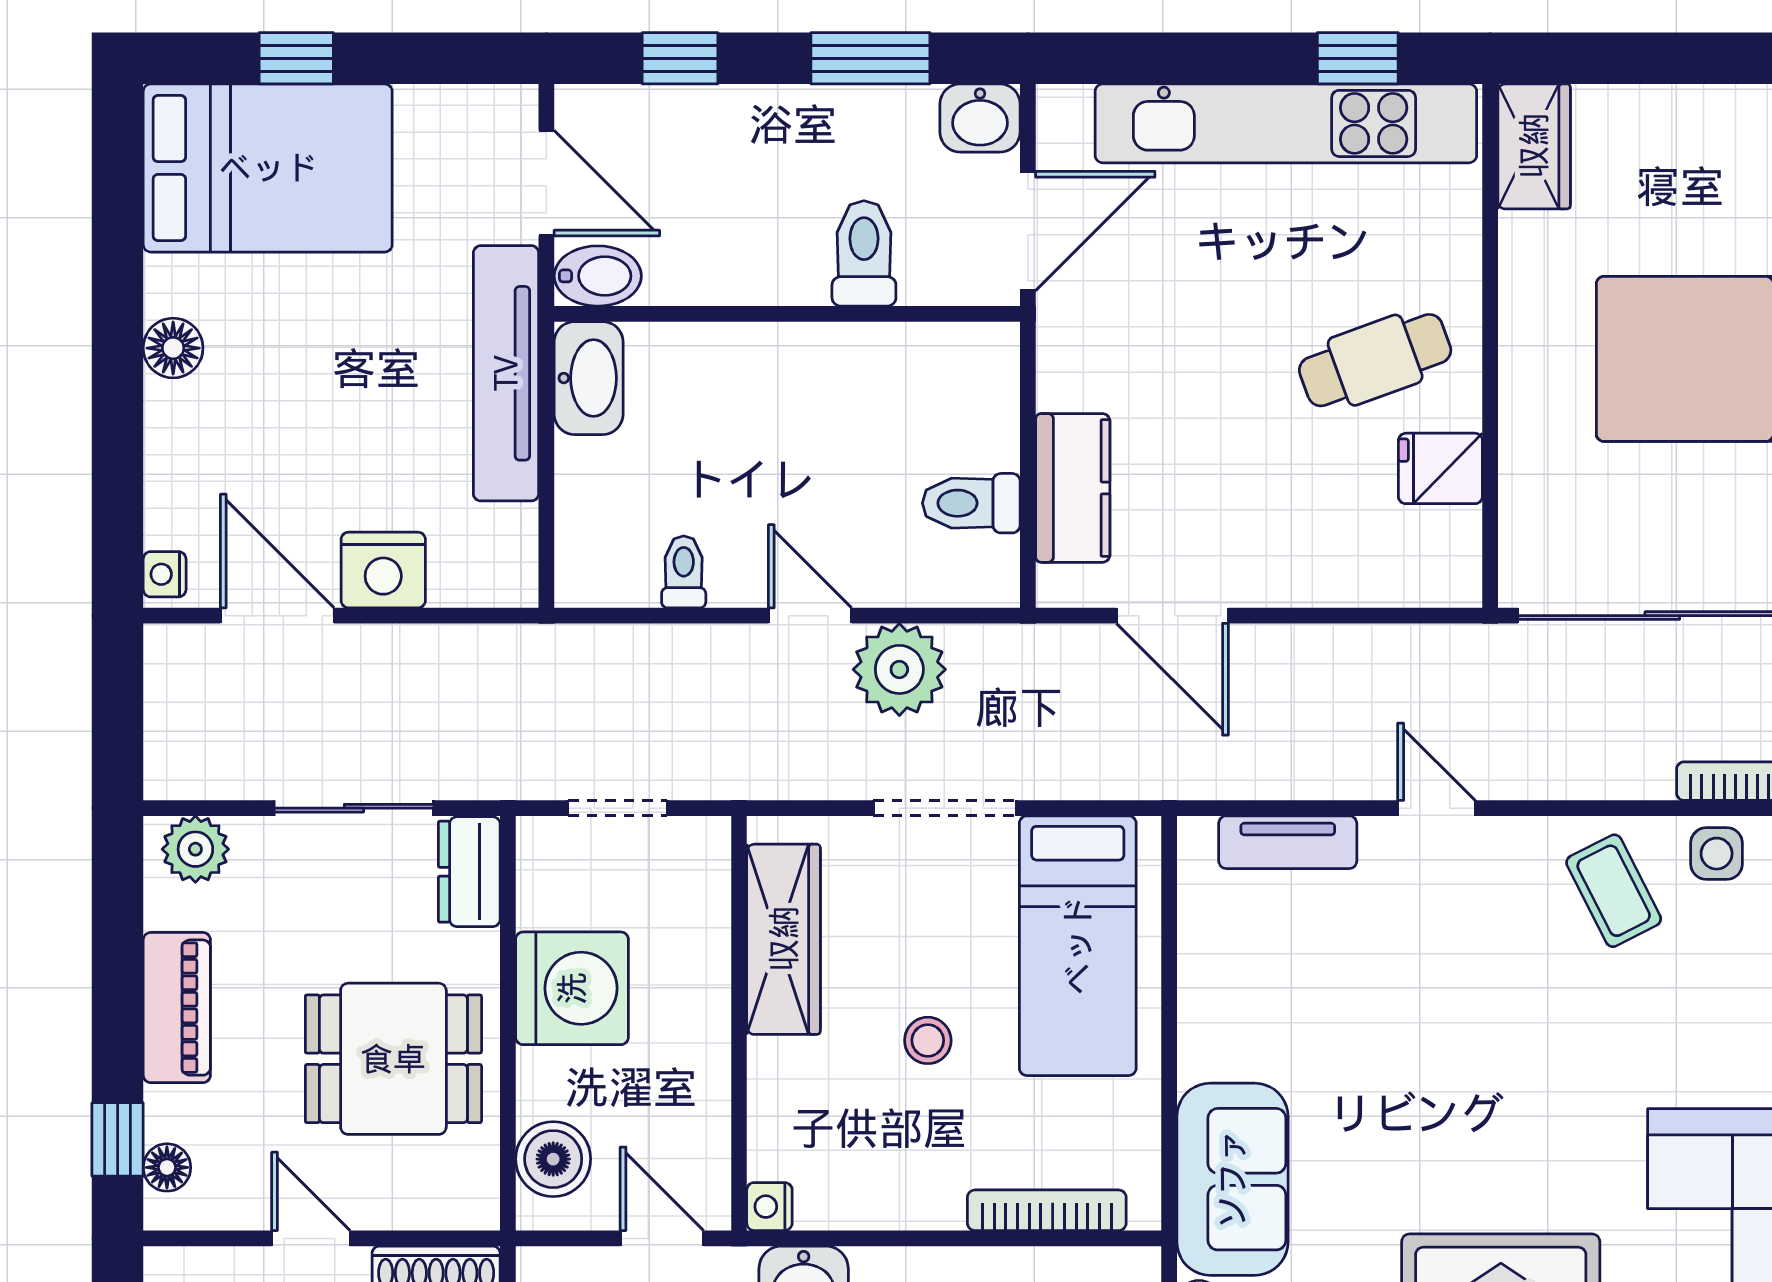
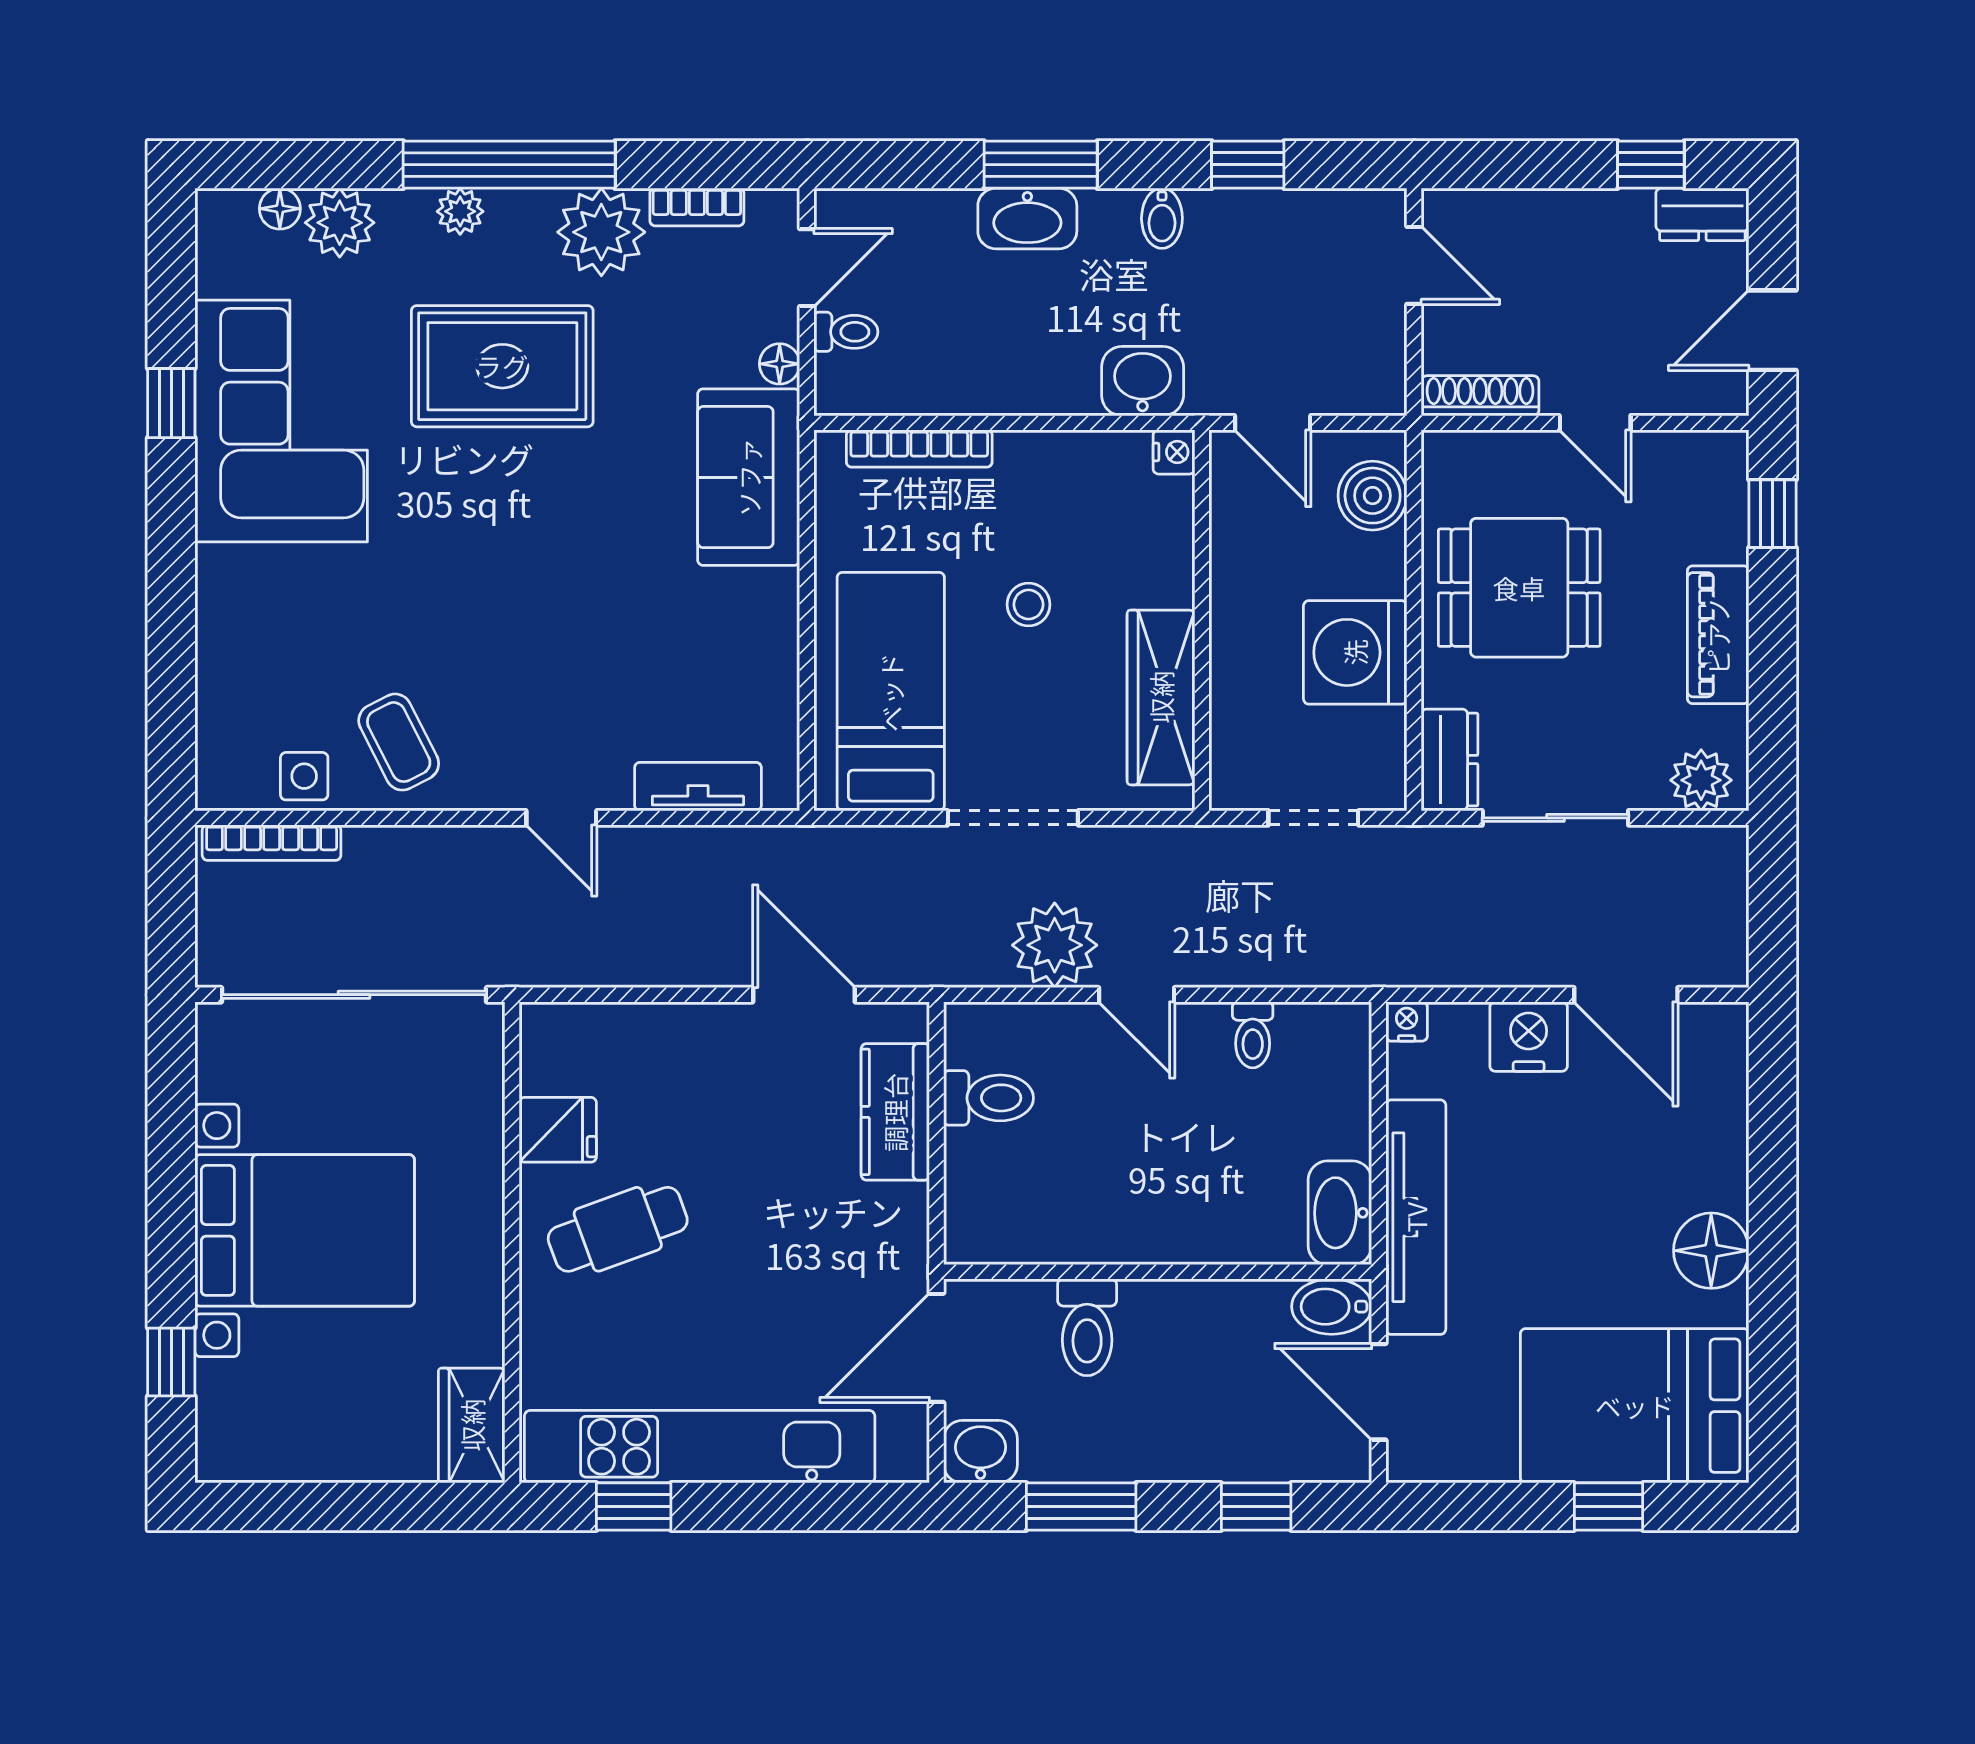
floor lamp: (173, 348) -> (1711, 1251), width x1.38, depth x1.38
nightstand: (165, 574) -> (1407, 1021), moved, turned -90
floor lamp: (167, 1167) -> (1727, 488), removed

